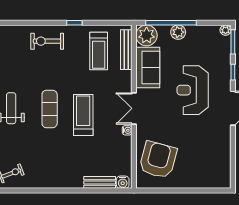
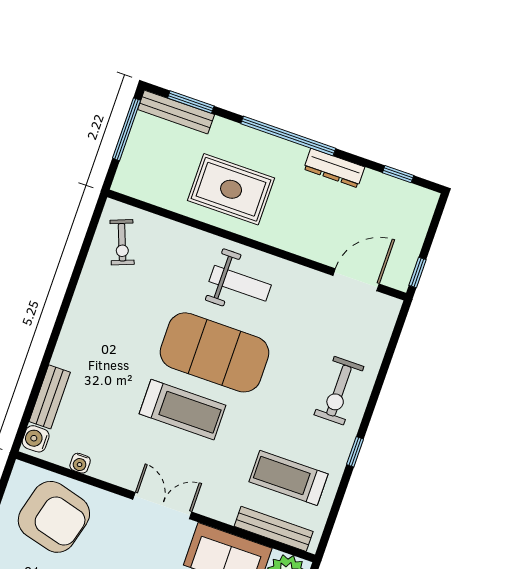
exercise bike: (47, 41) -> (339, 391), turned 180
exercise mat: (50, 109) -> (214, 352), width x2.00, depth x1.45
water cooler: (127, 130) -> (80, 463), moved

